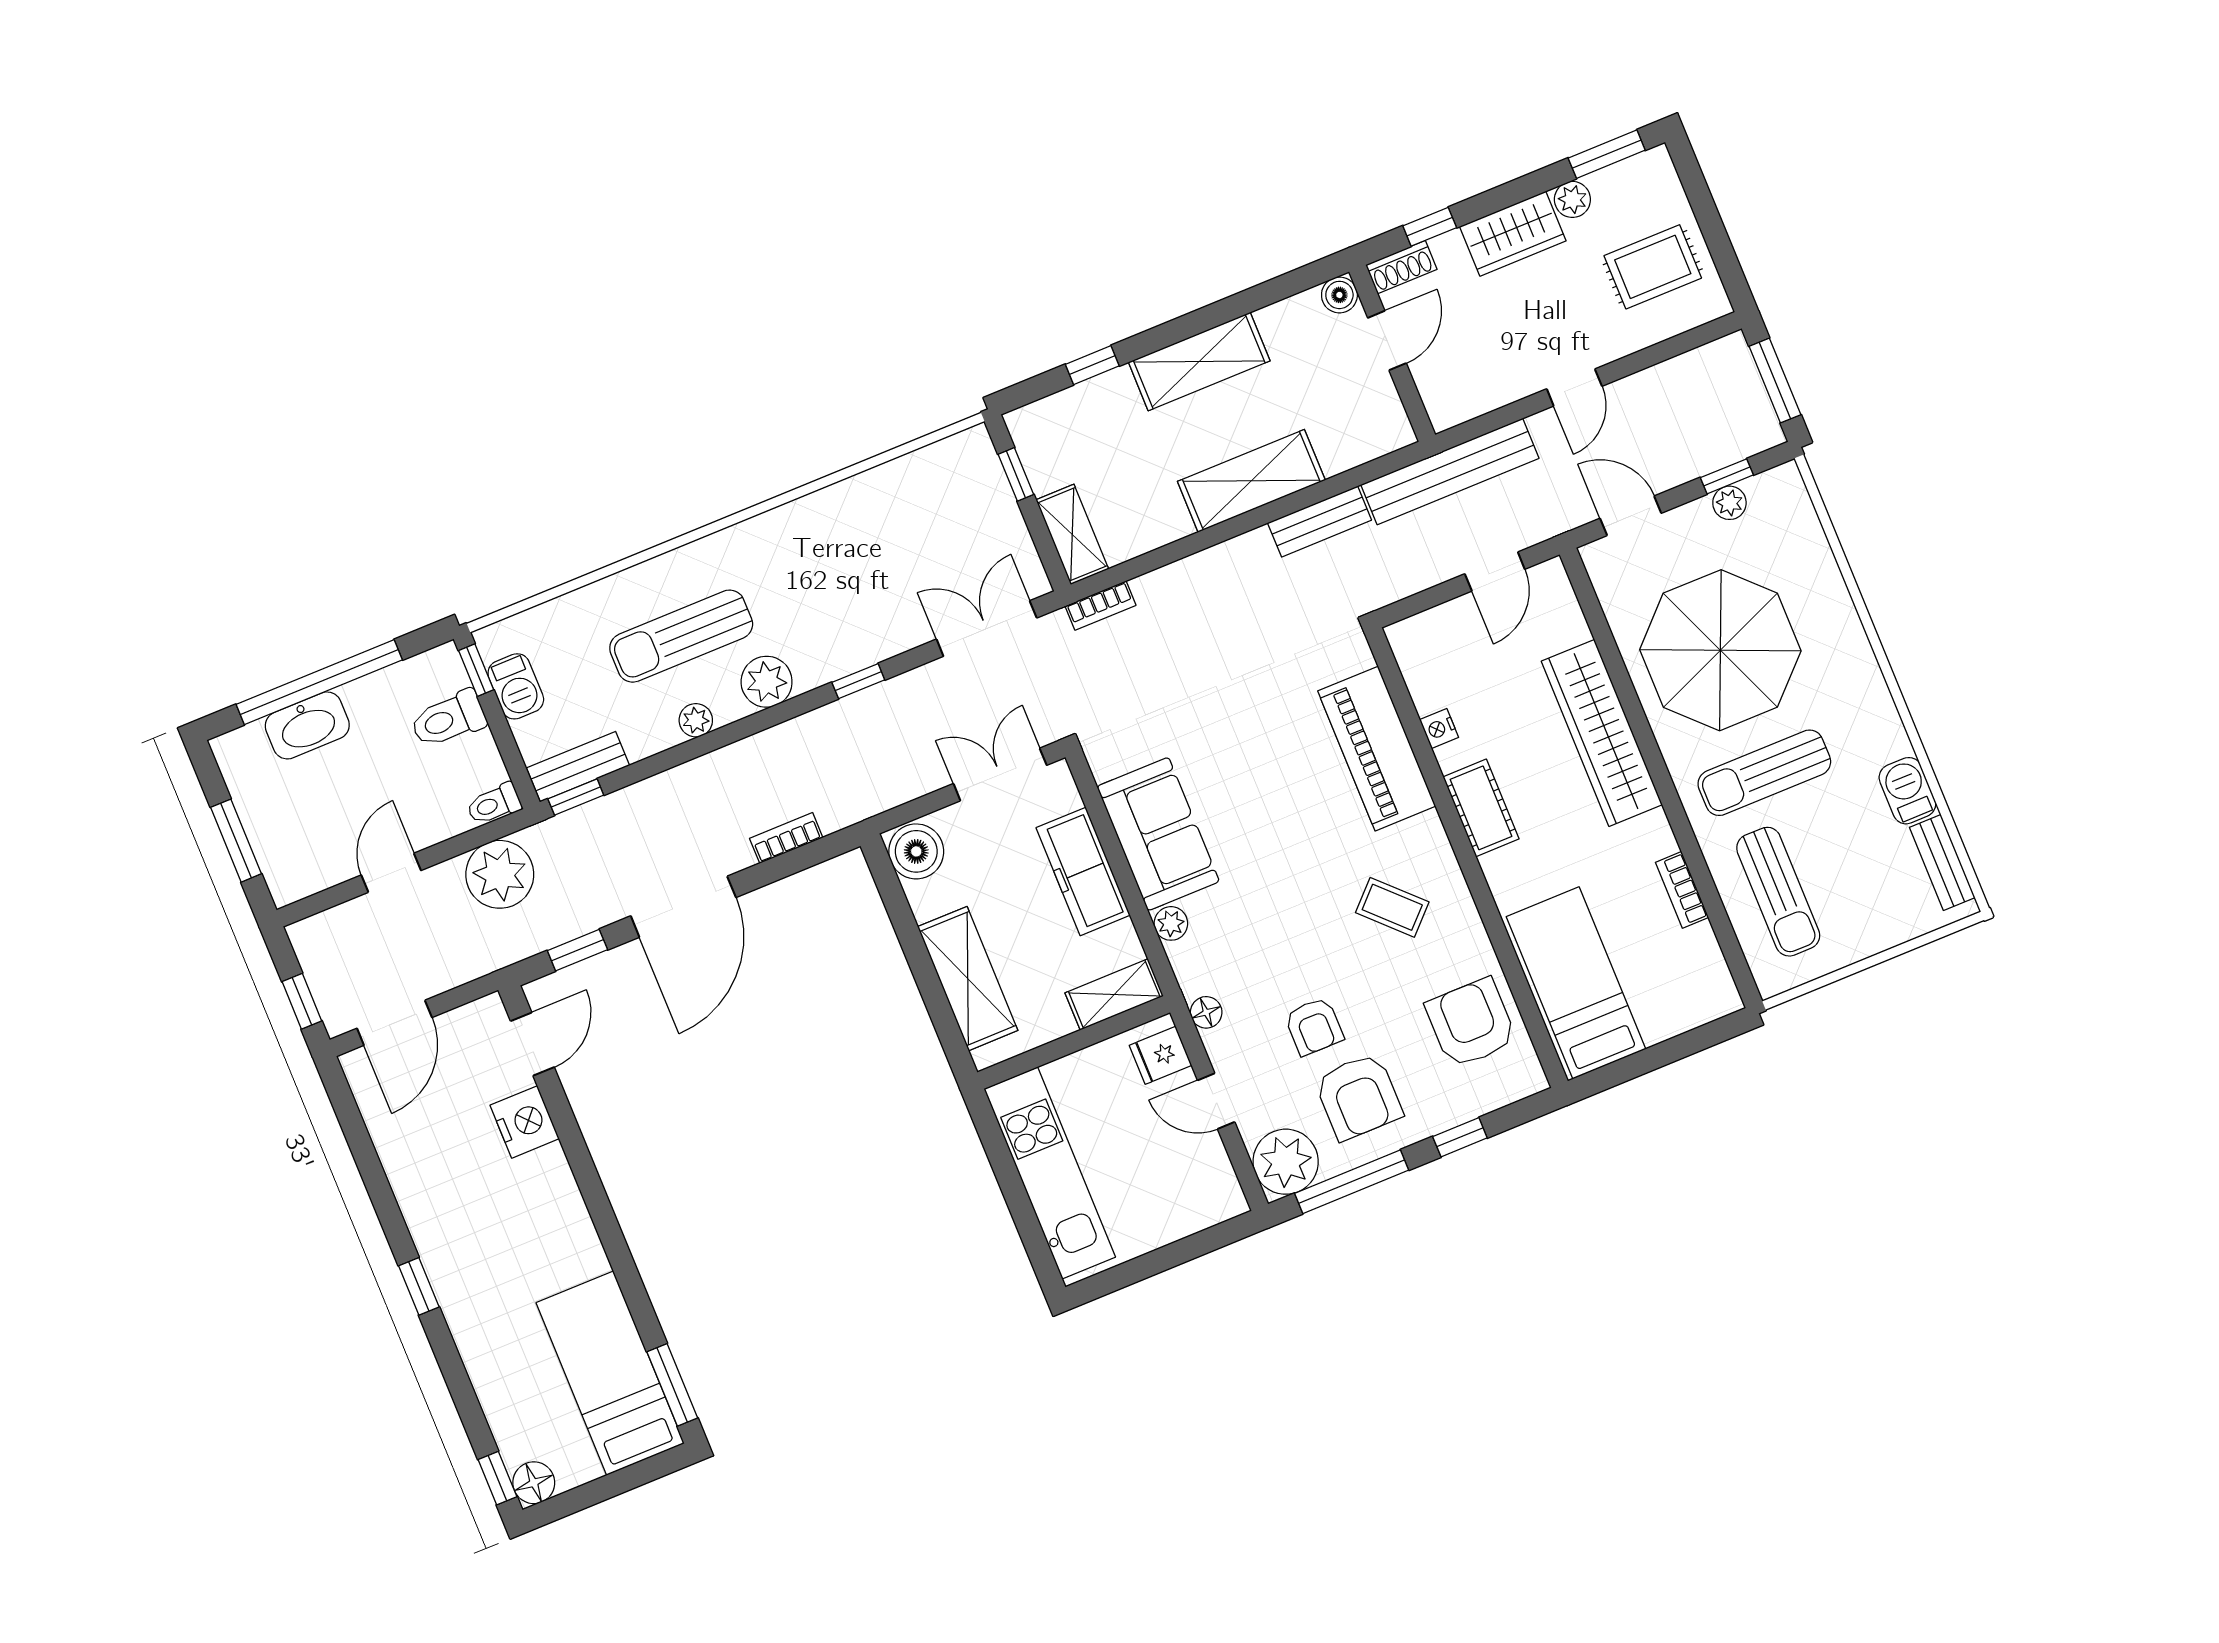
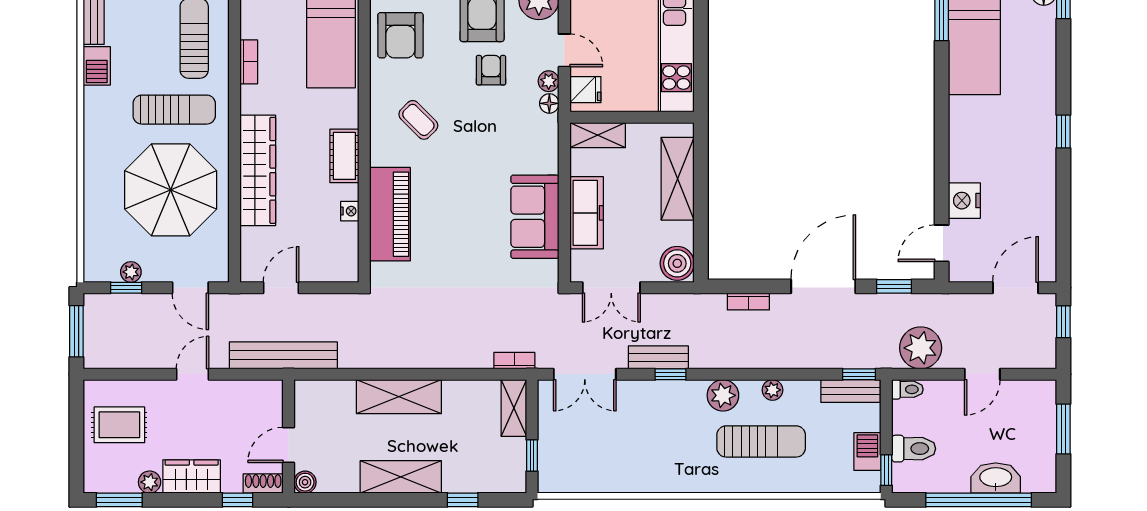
bench: (1320, 522) -> (658, 357), moved
plant: (1171, 923) -> (549, 81), moved

